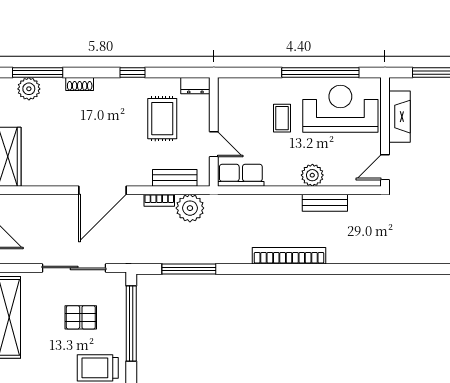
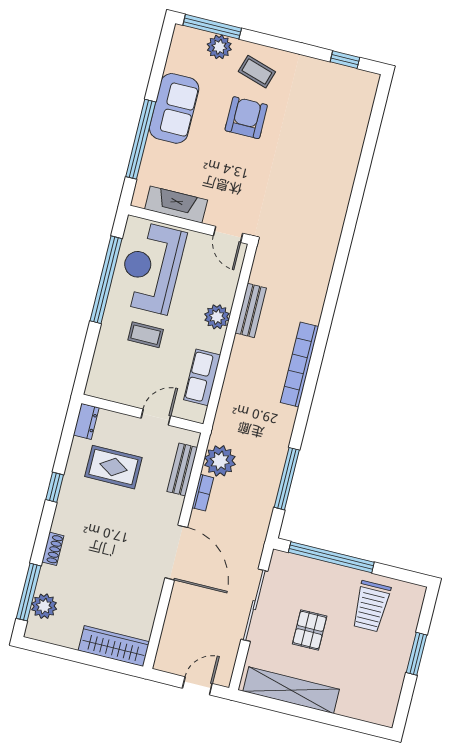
row of seats: (241, 175) -> (202, 377), moved
pallet: (81, 317) -> (310, 630), moved

